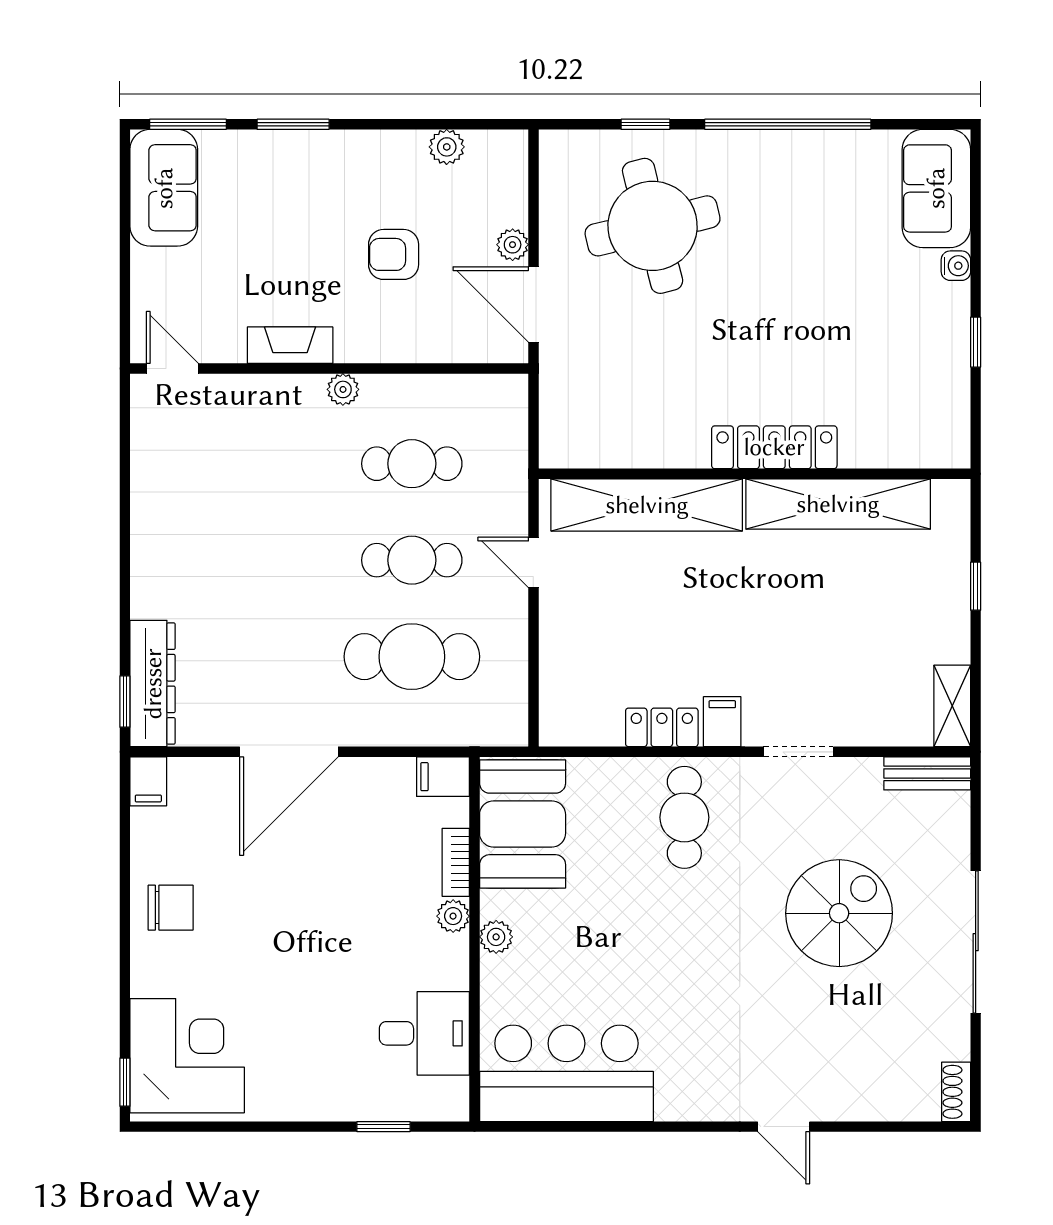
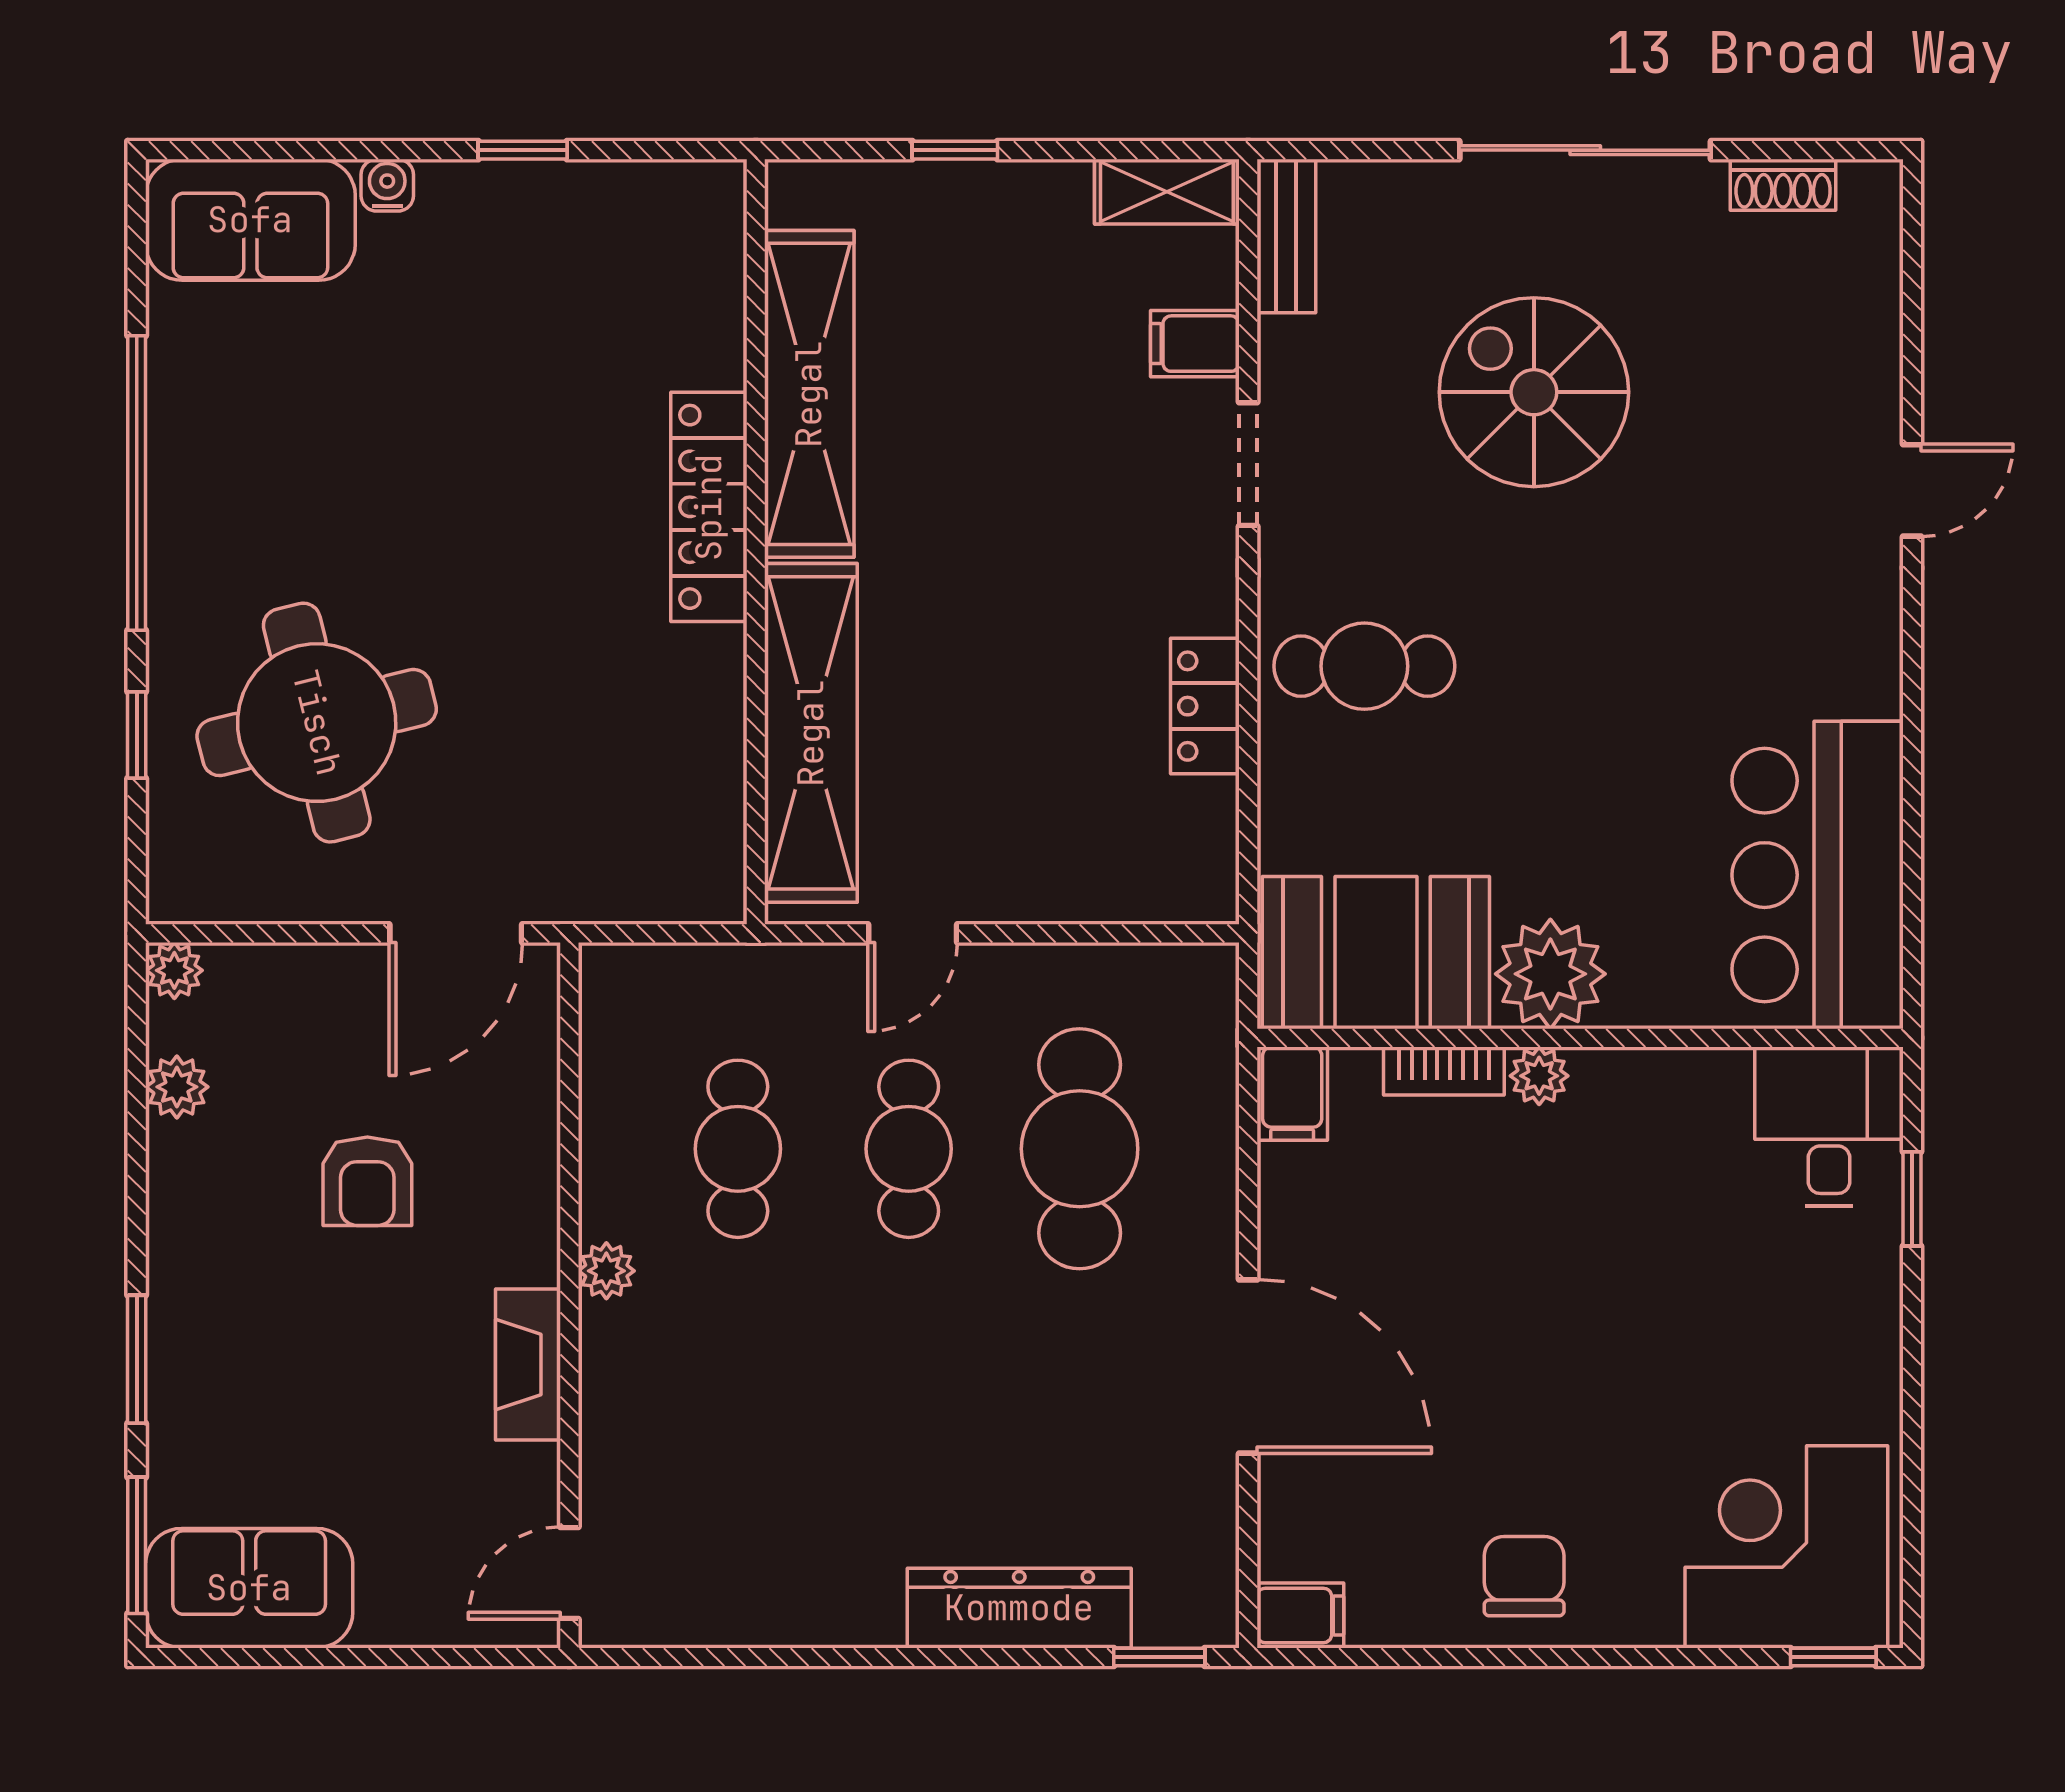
plant: (513, 245) -> (174, 970), moved
dresser: (153, 684) -> (1019, 1608), moved
filing cabinet: (722, 722) -> (1195, 344), moved
plant: (496, 937) -> (1550, 974), width x1.88, depth x1.88
desk: (424, 1033) -> (1829, 1127), moved
shoe rack: (956, 1092) -> (1783, 185), moved

